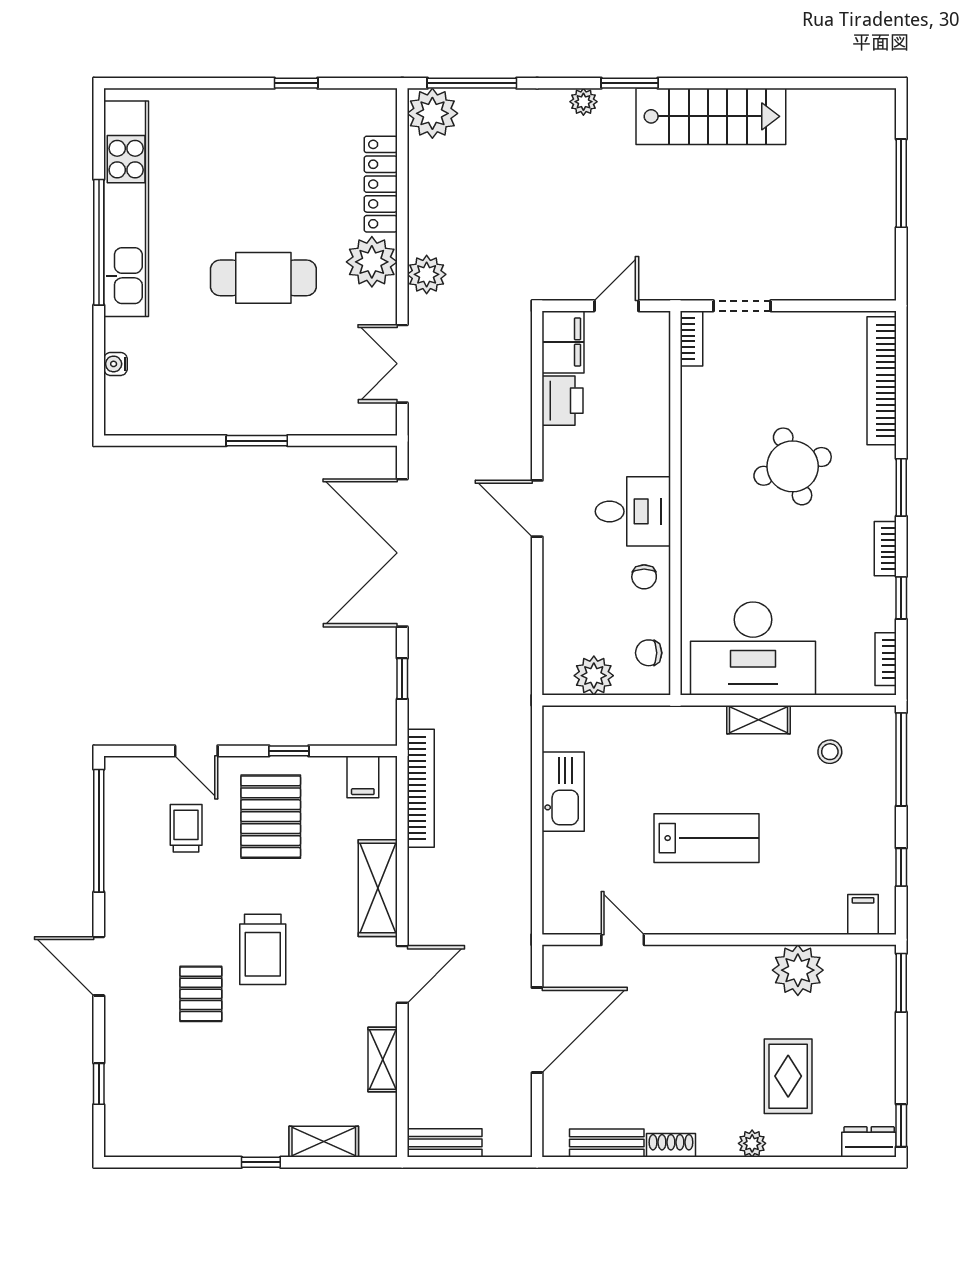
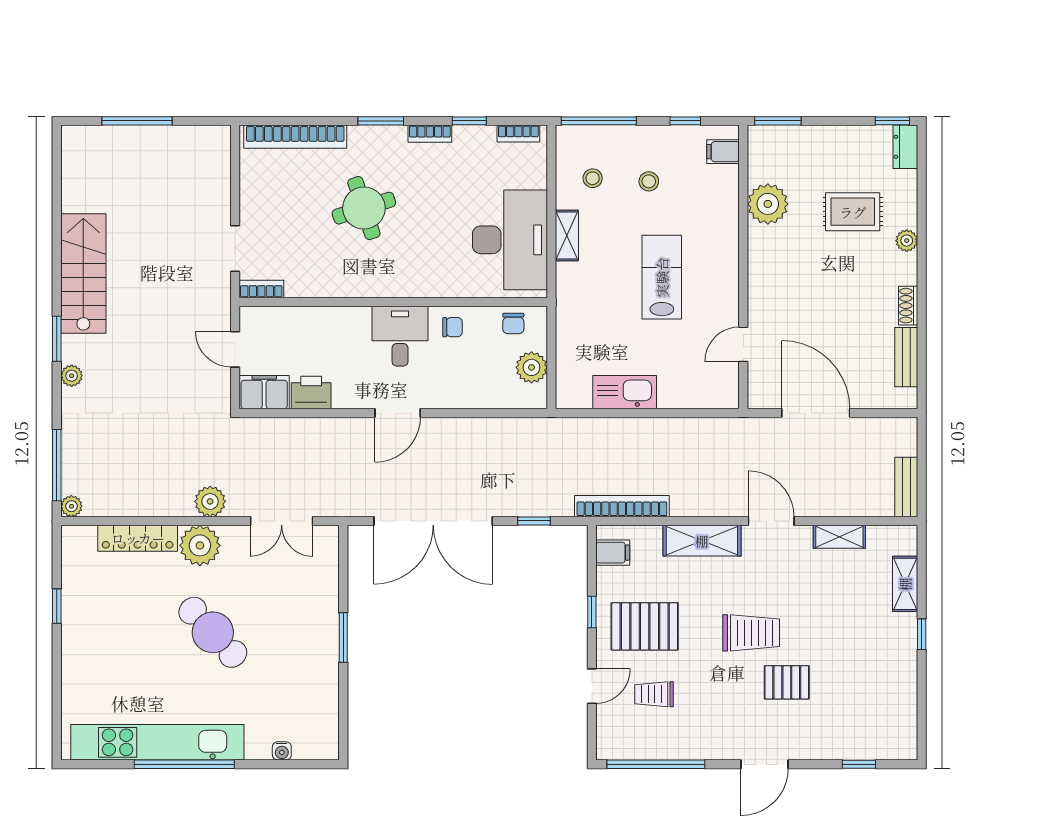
plant: (432, 113) -> (71, 506), width x0.53, depth x0.53
cafe table: (263, 278) -> (213, 632), turned -43
stool: (826, 822) -> (649, 181), added

